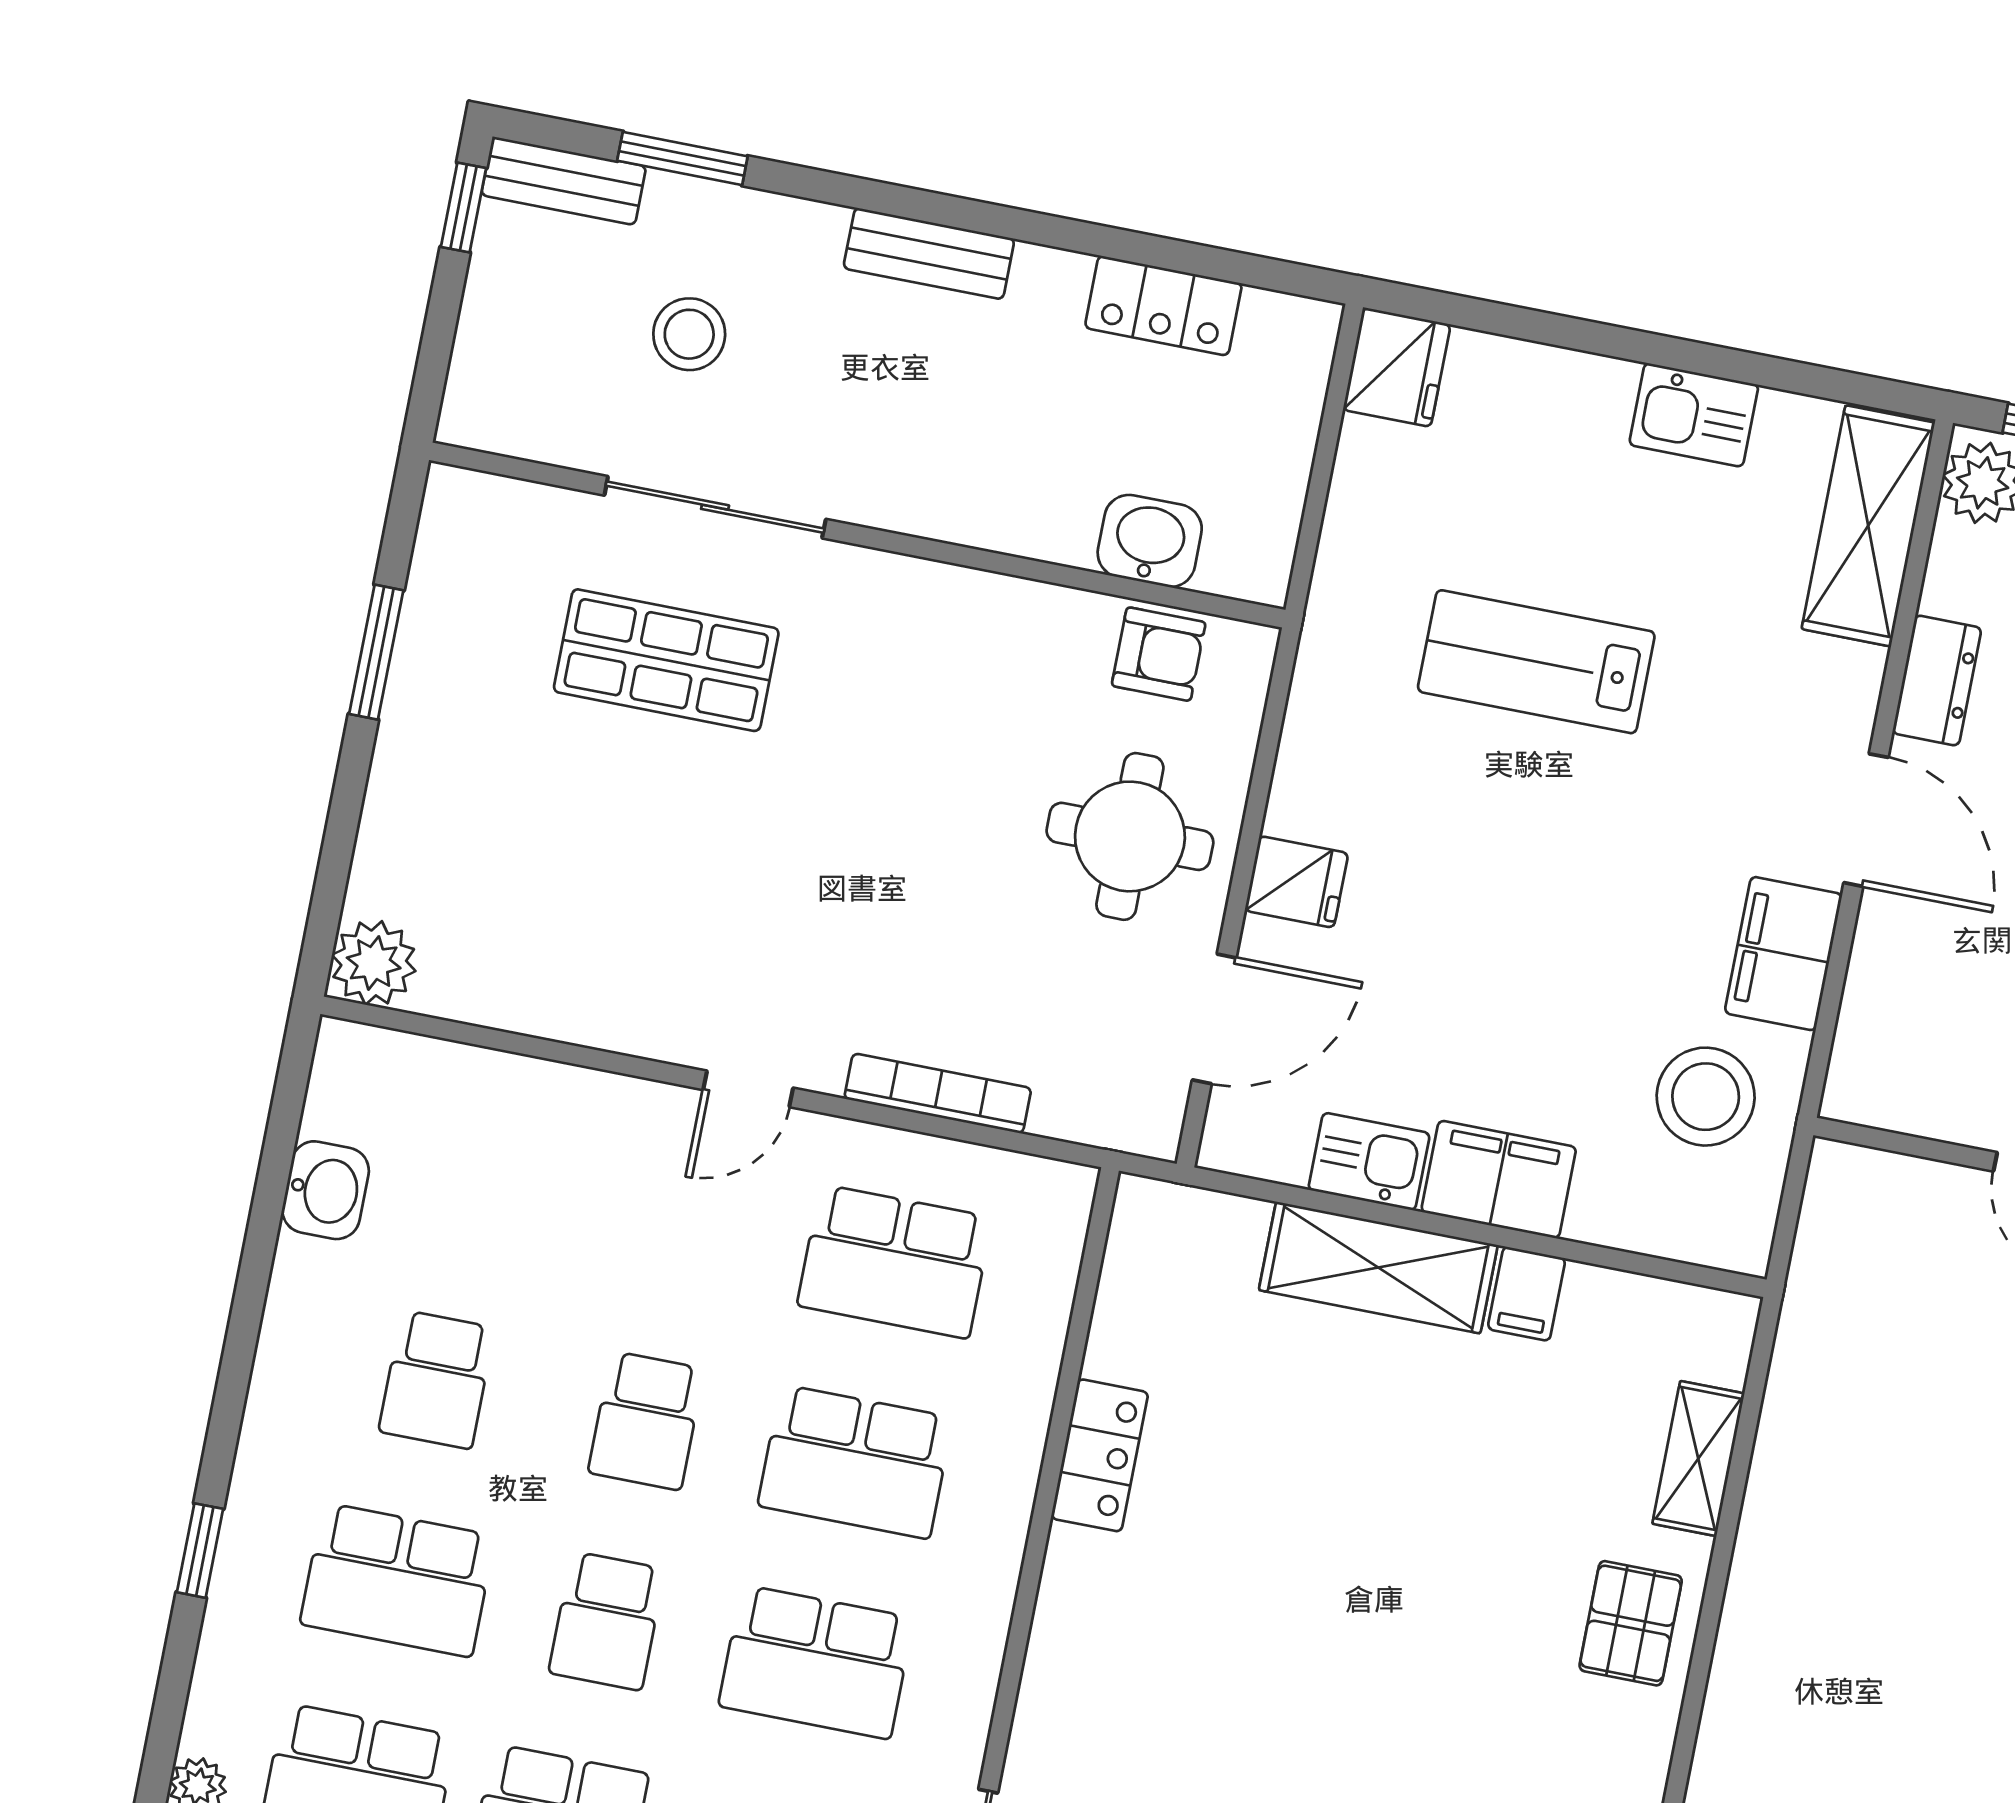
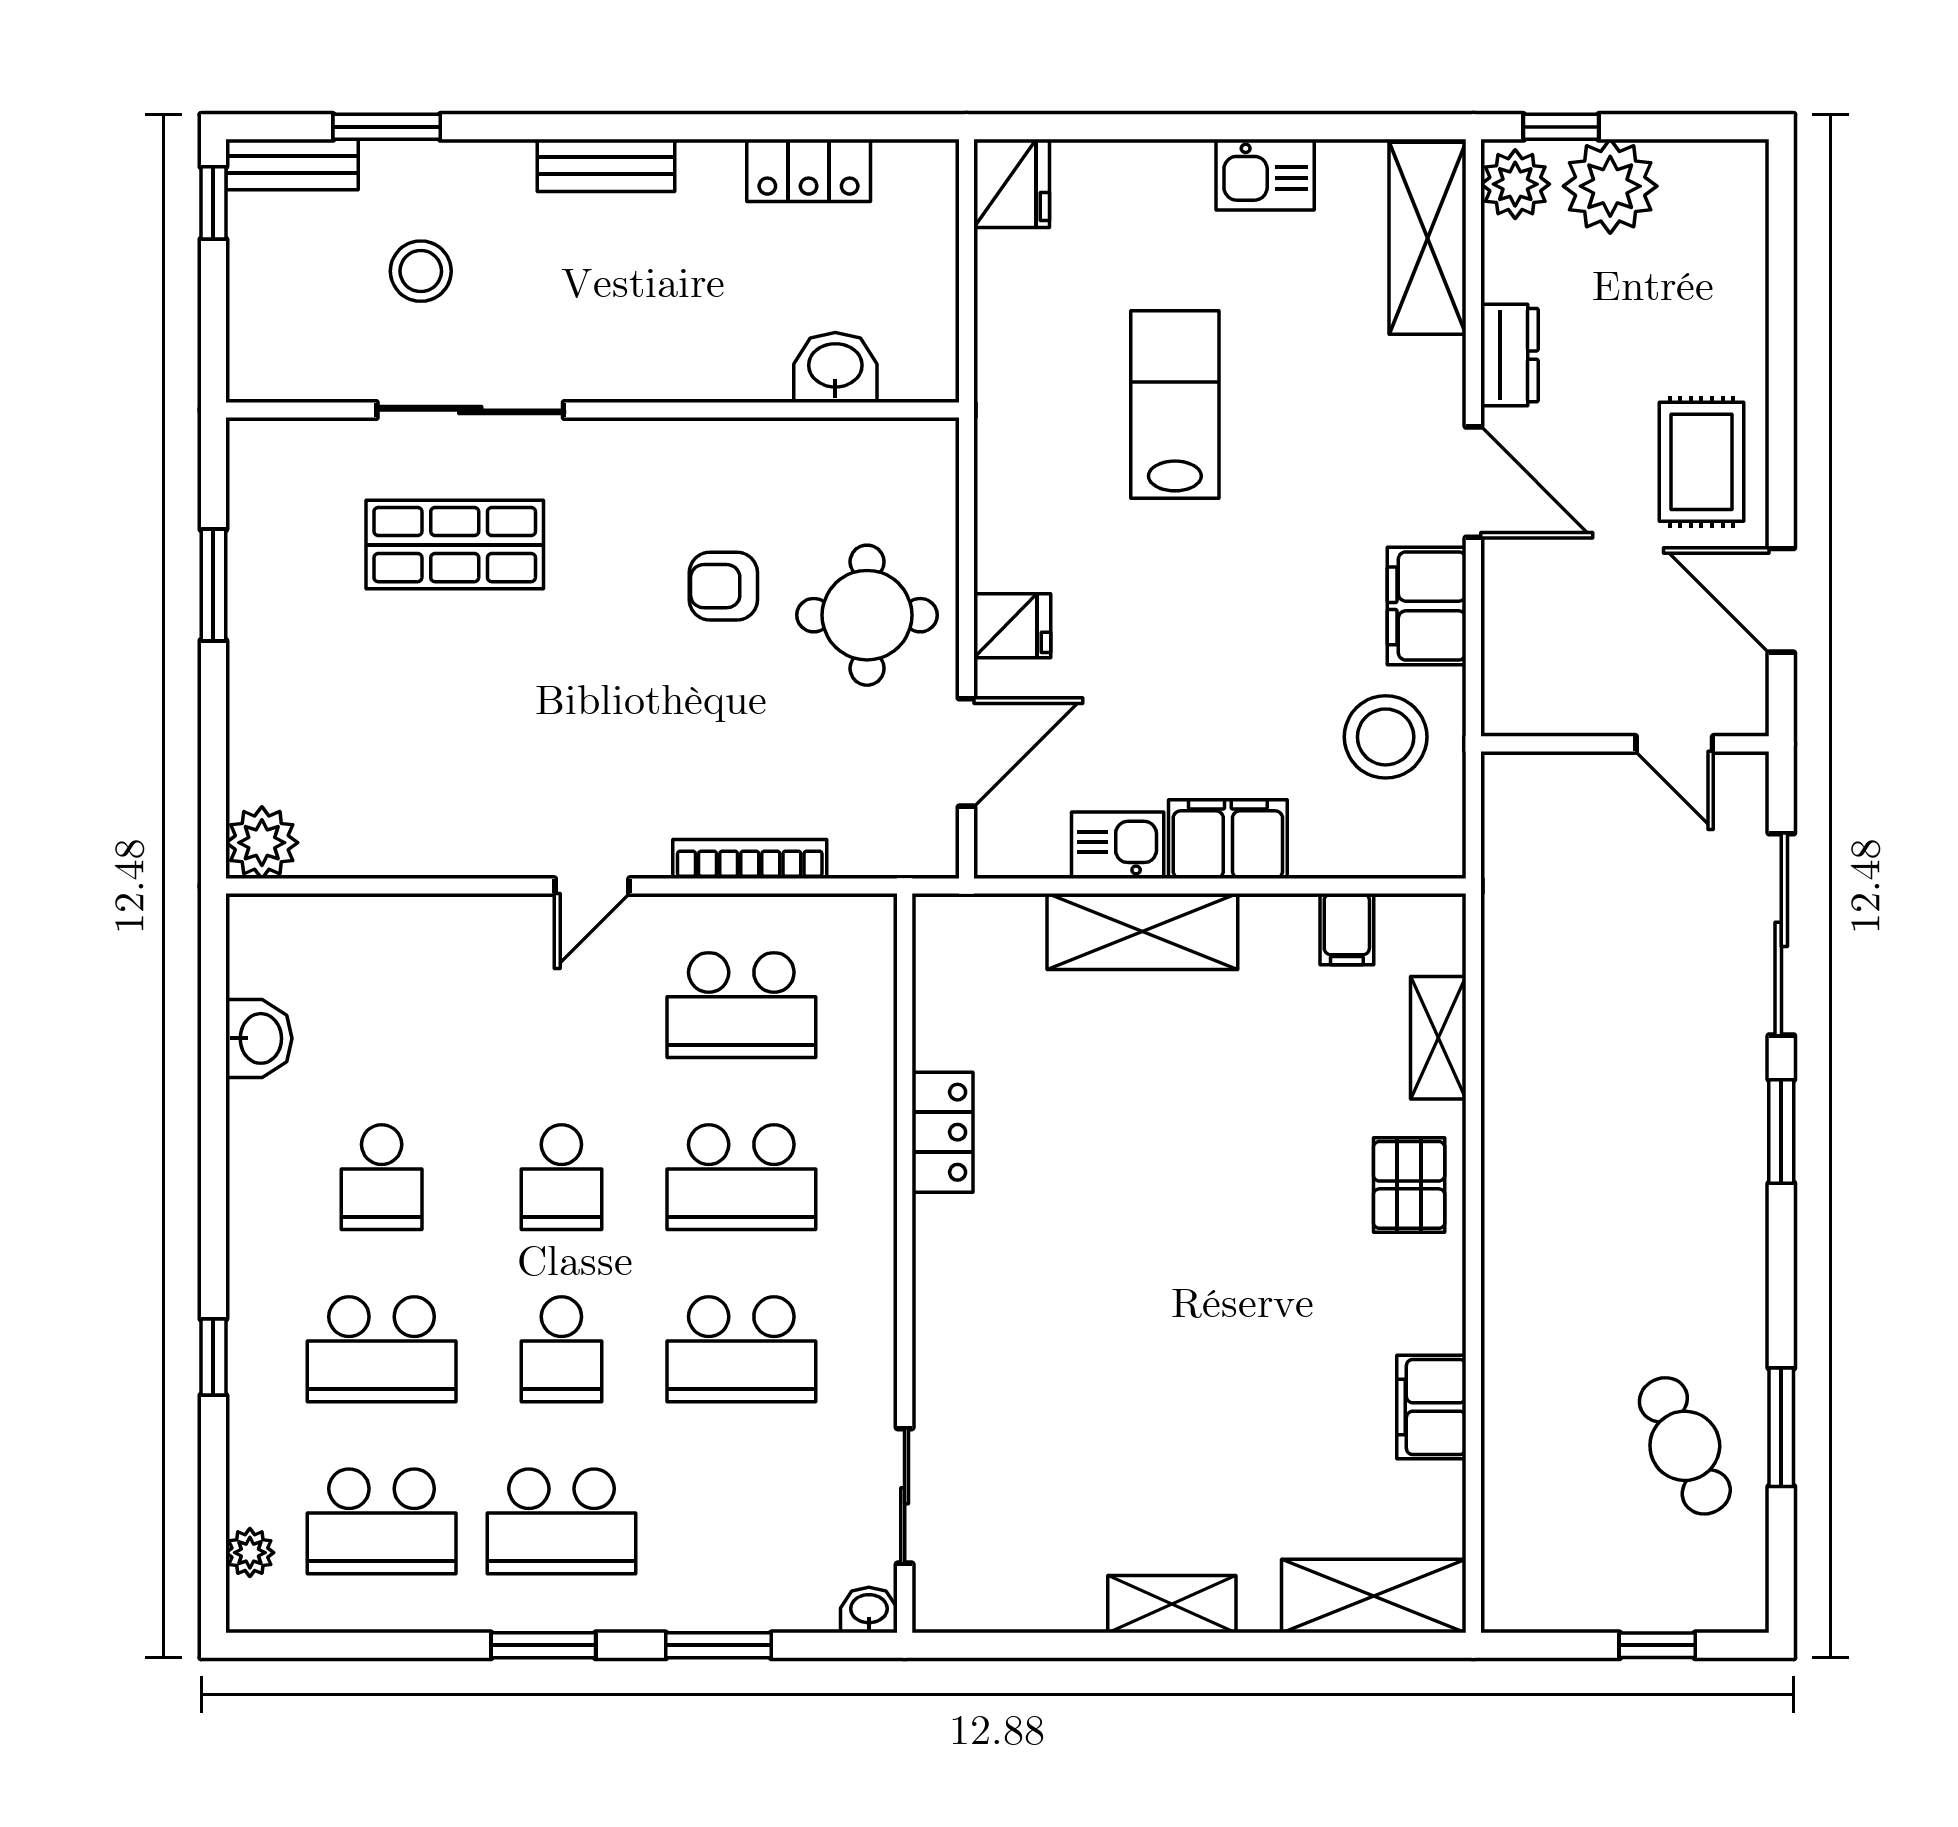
armchair: (1159, 654) -> (723, 586), moved, turned 180
lab bench: (1536, 662) -> (1175, 405), turned 90
filing cabinet: (1527, 1294) -> (1347, 929), moved

